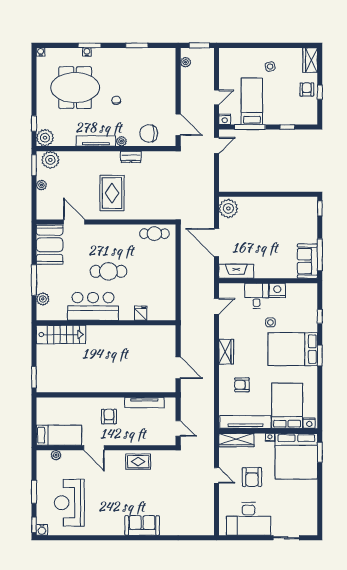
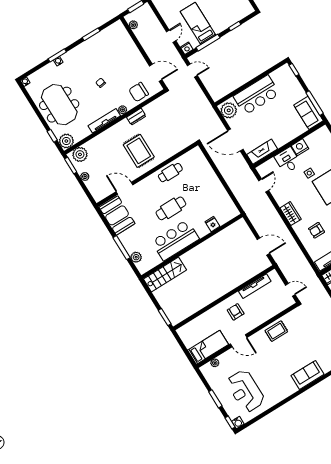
meeting table: (75, 88) -> (59, 105), moved, turned 90
door: (217, 145) -> (192, 71), hinge flipped
bar counter: (266, 210) -> (256, 95), added
cafe table: (154, 234) -> (170, 173), moved

